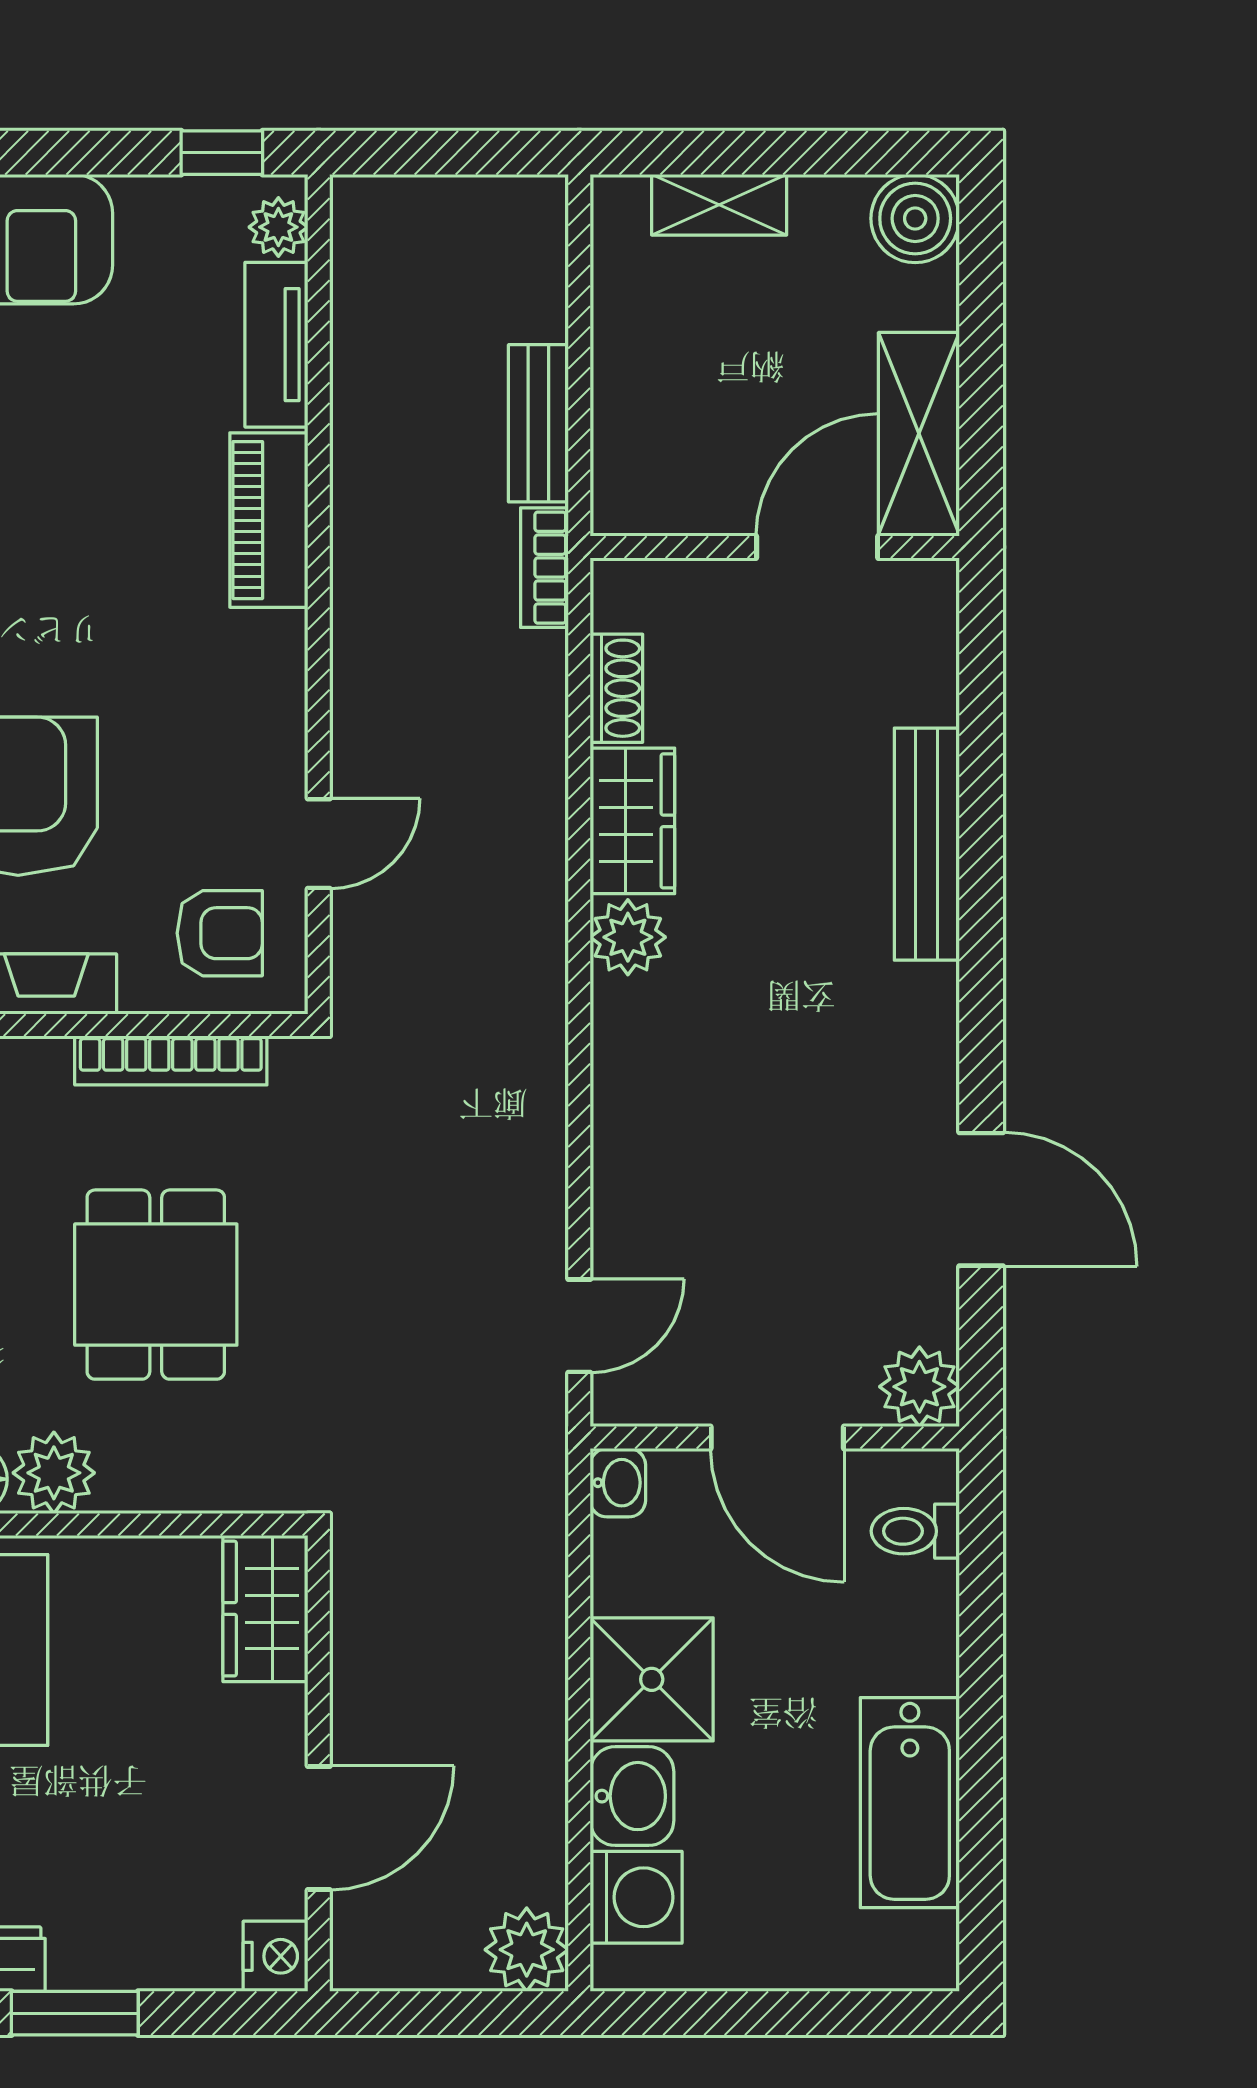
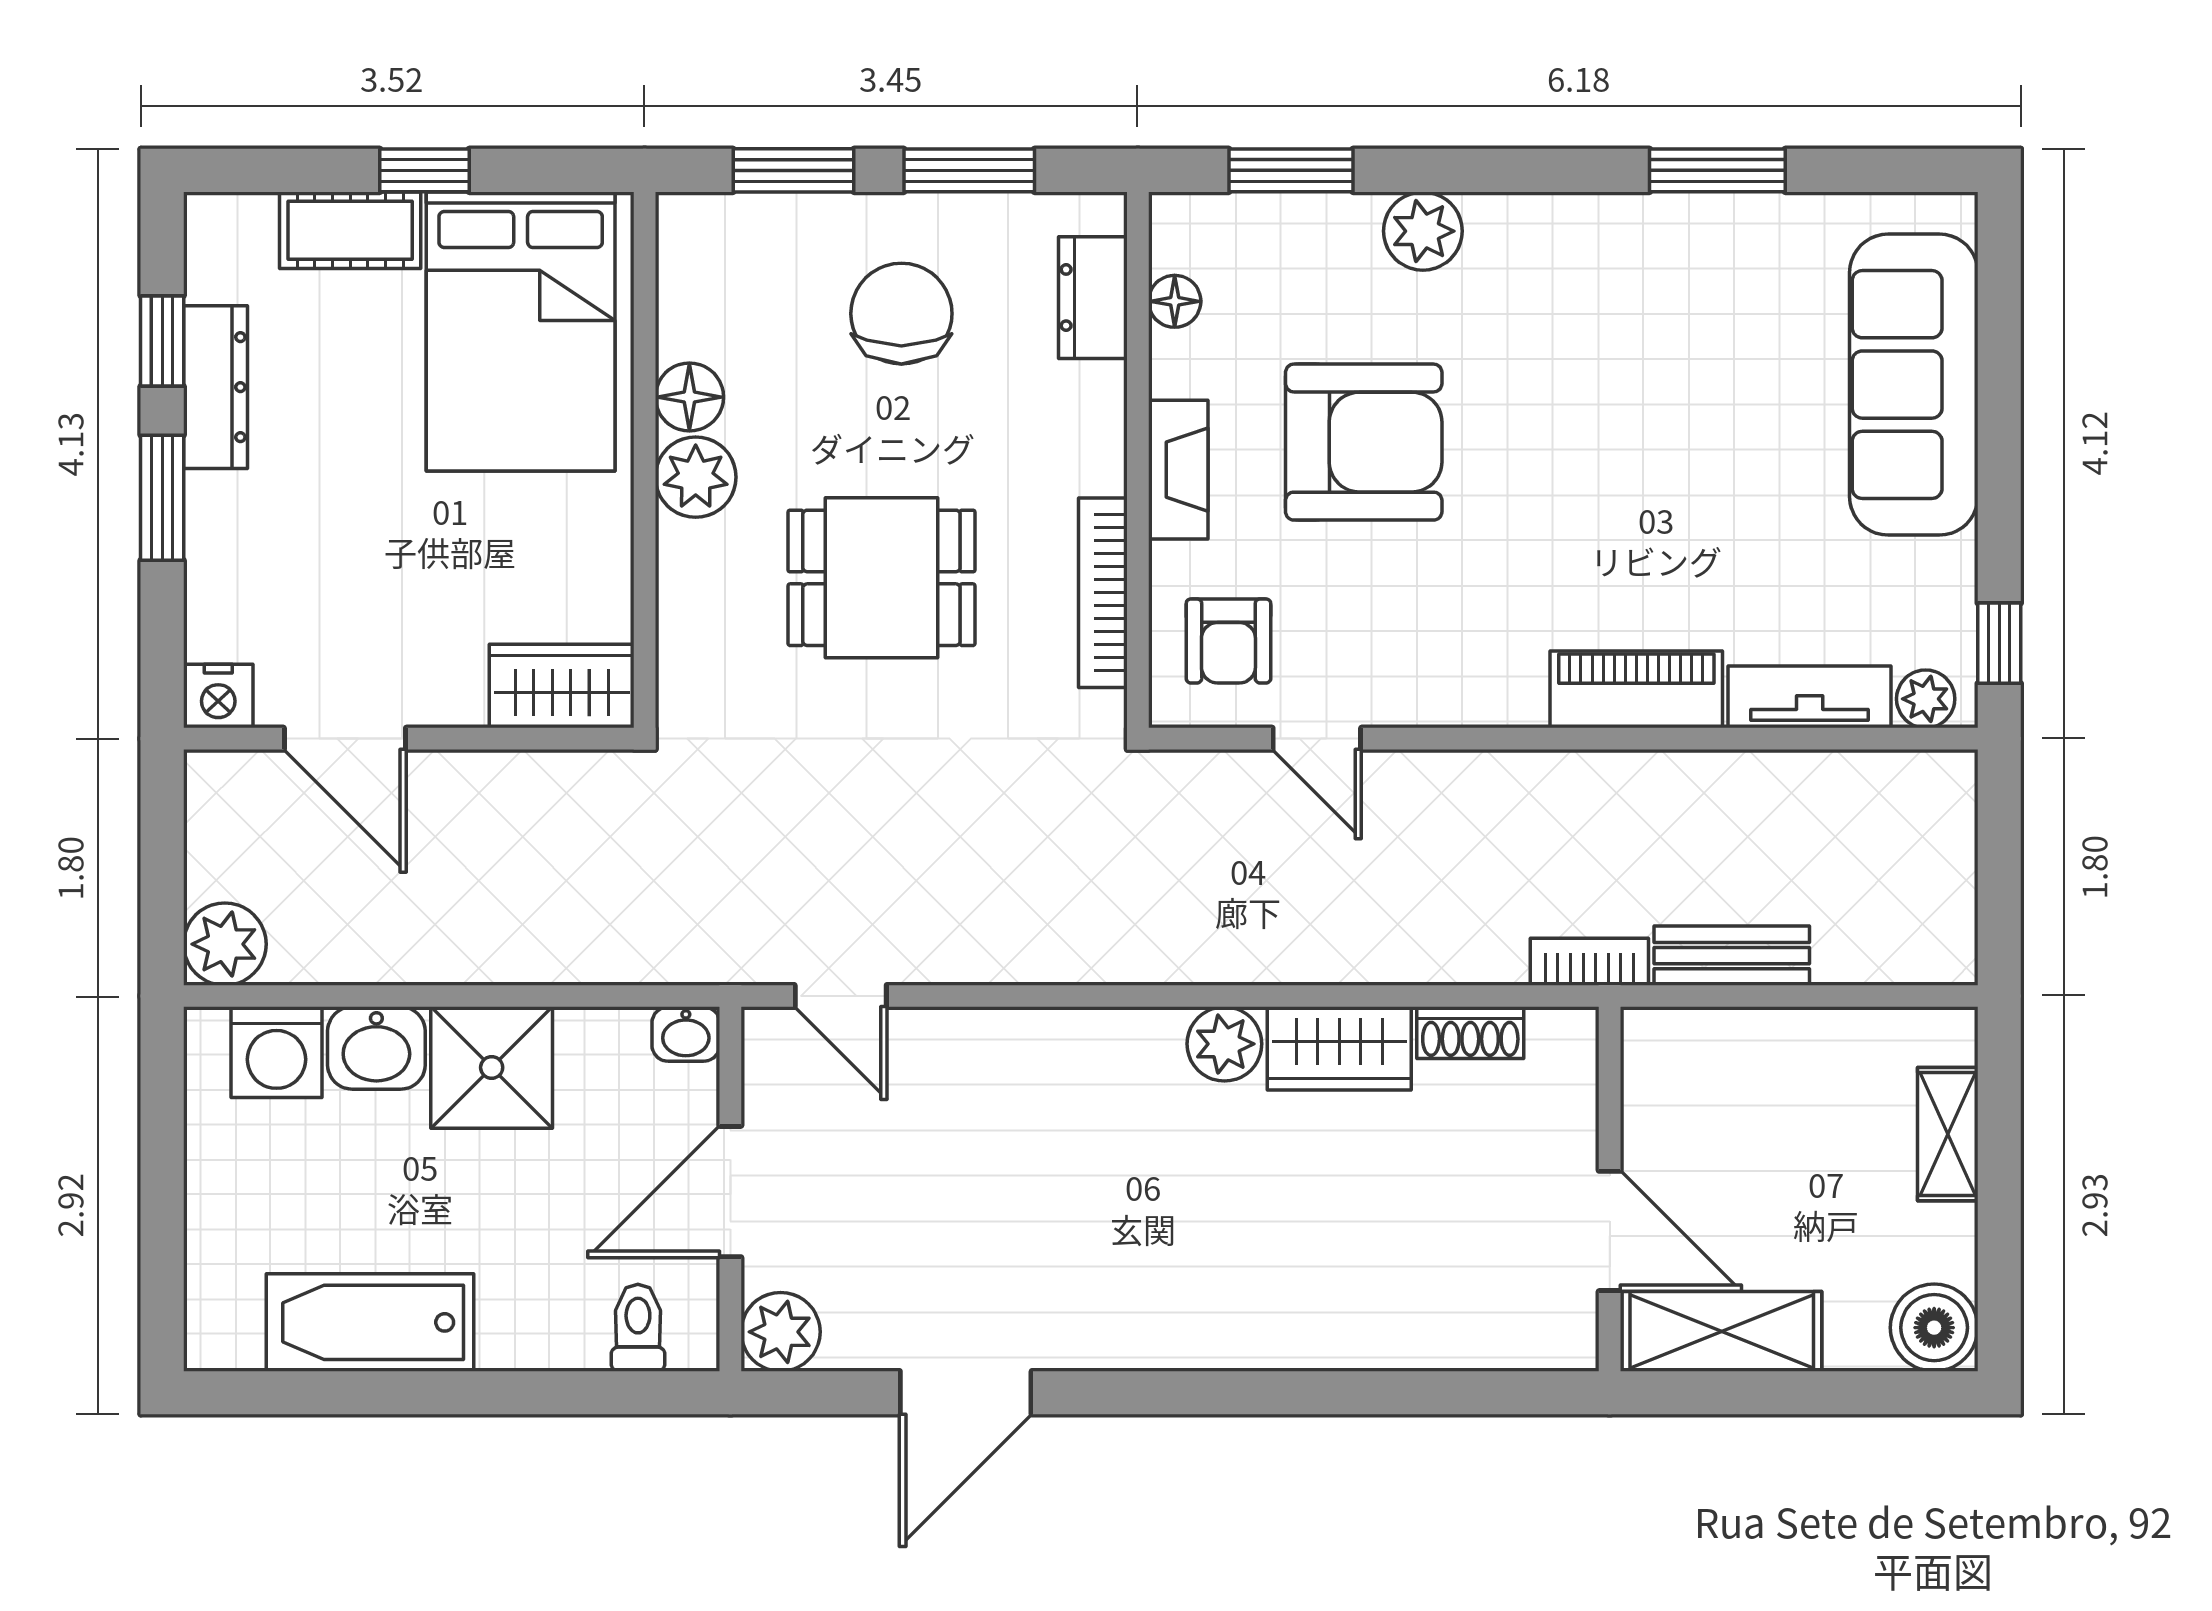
bench: (927, 844) -> (1316, 1339), removed

